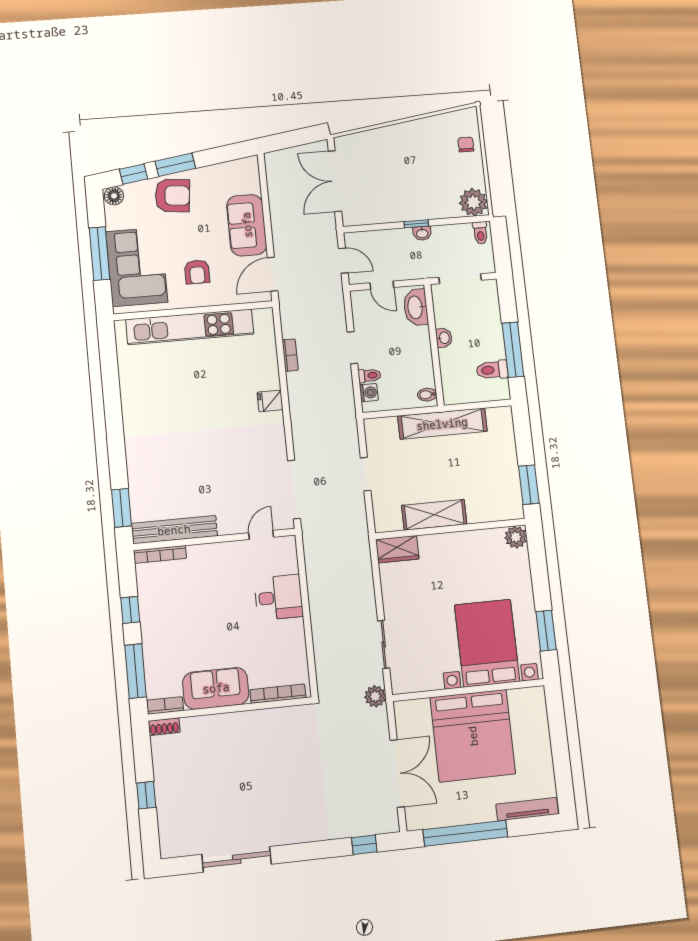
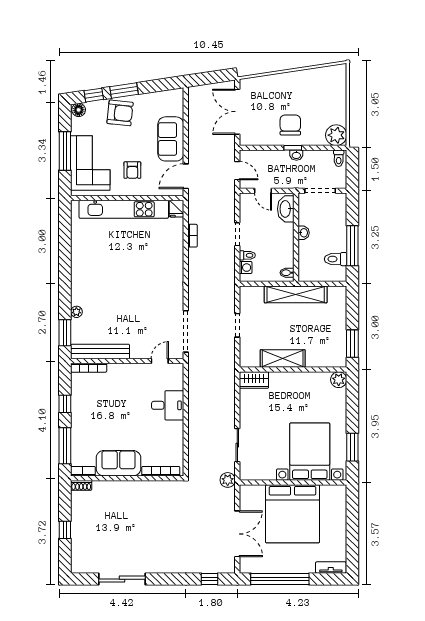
chair: (466, 144) -> (290, 125), moved, width x1.87, depth x1.87
fridge: (270, 401) -> (177, 209), moved, turned -90
plant: (135, 476) -> (76, 312), added
tv unit: (527, 809) -> (331, 568), width x0.71

